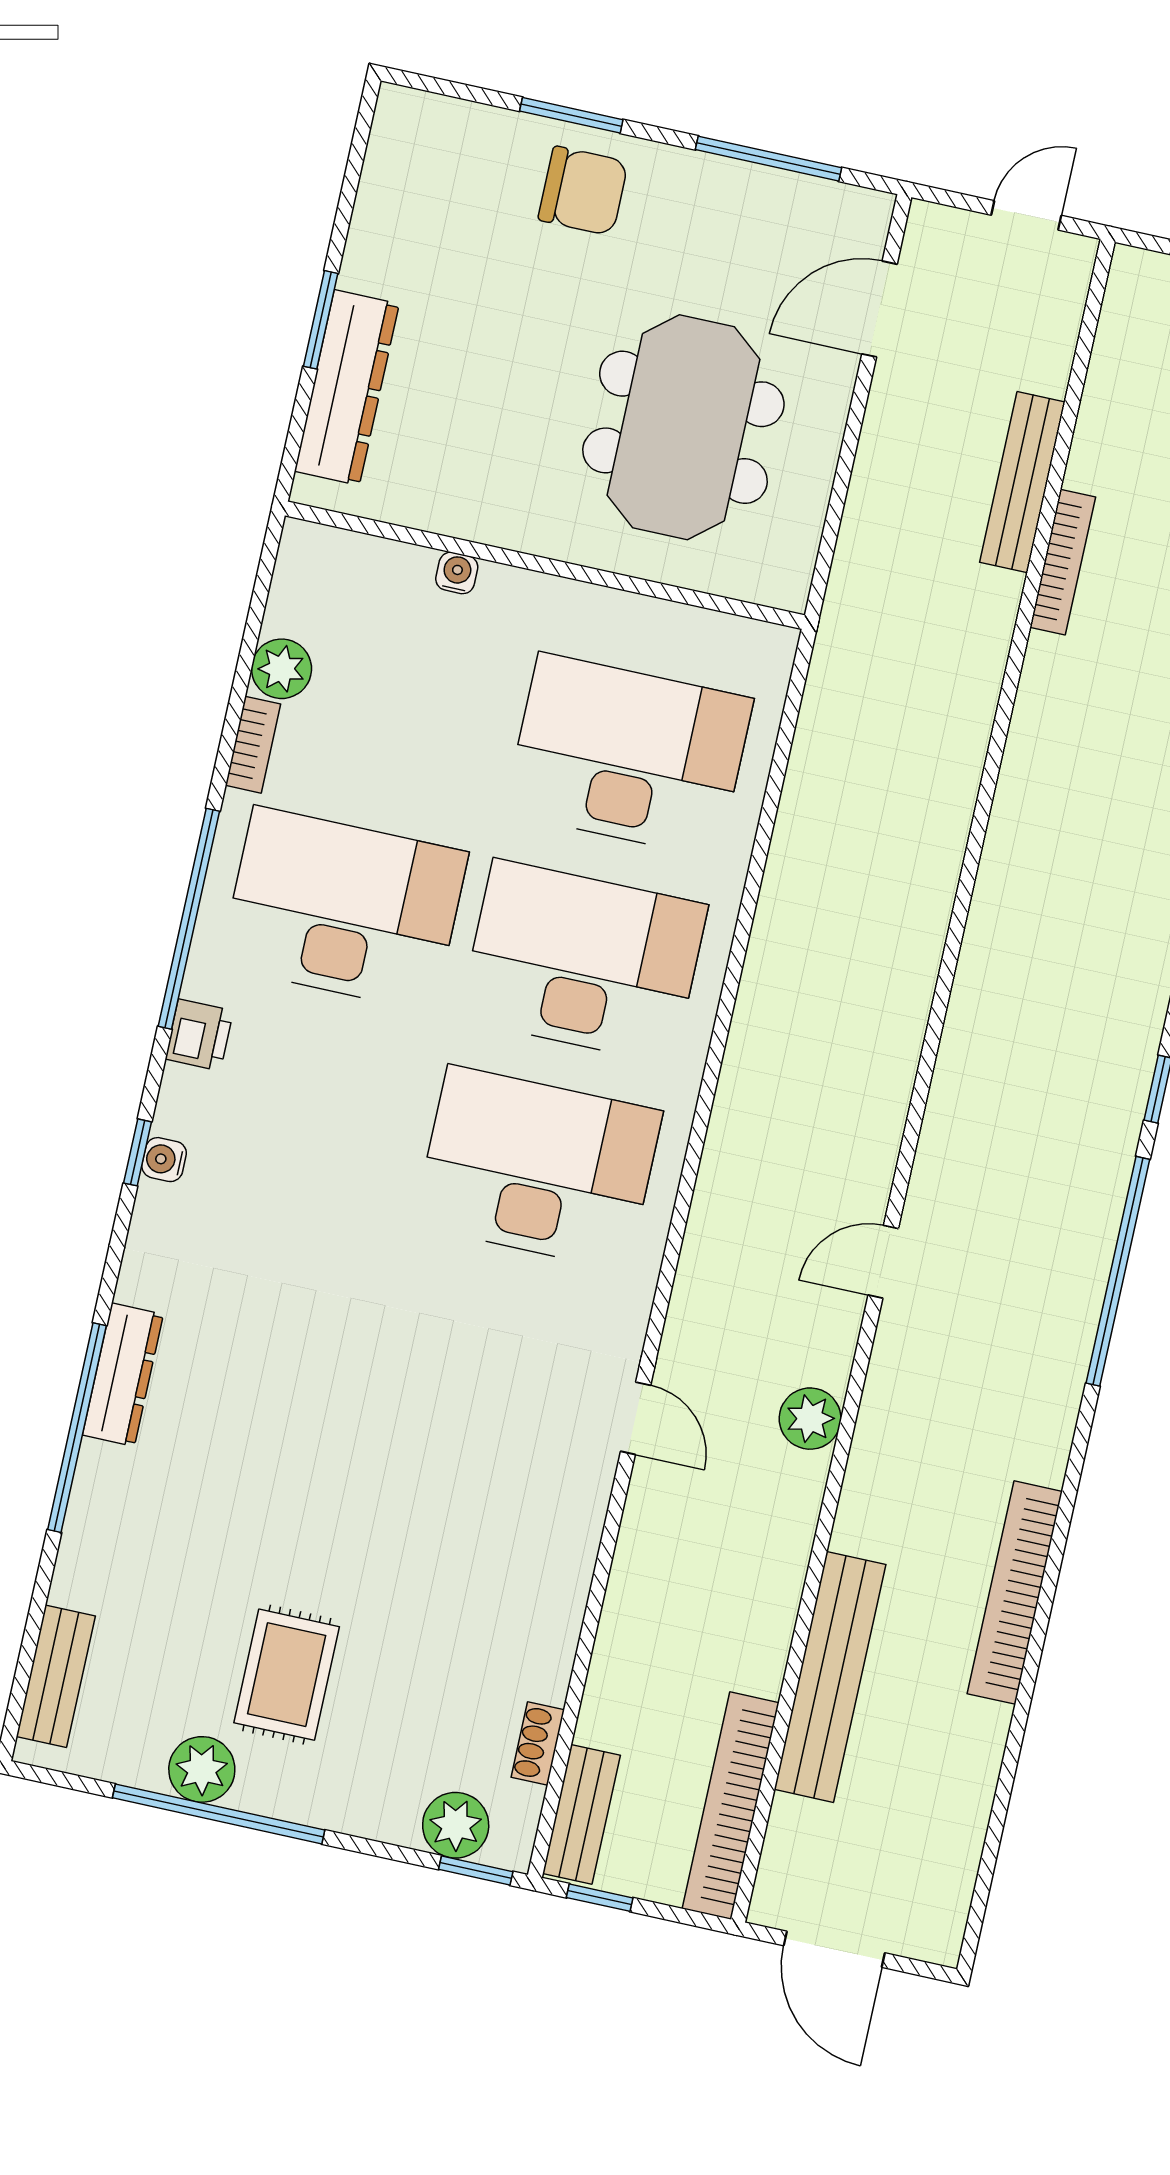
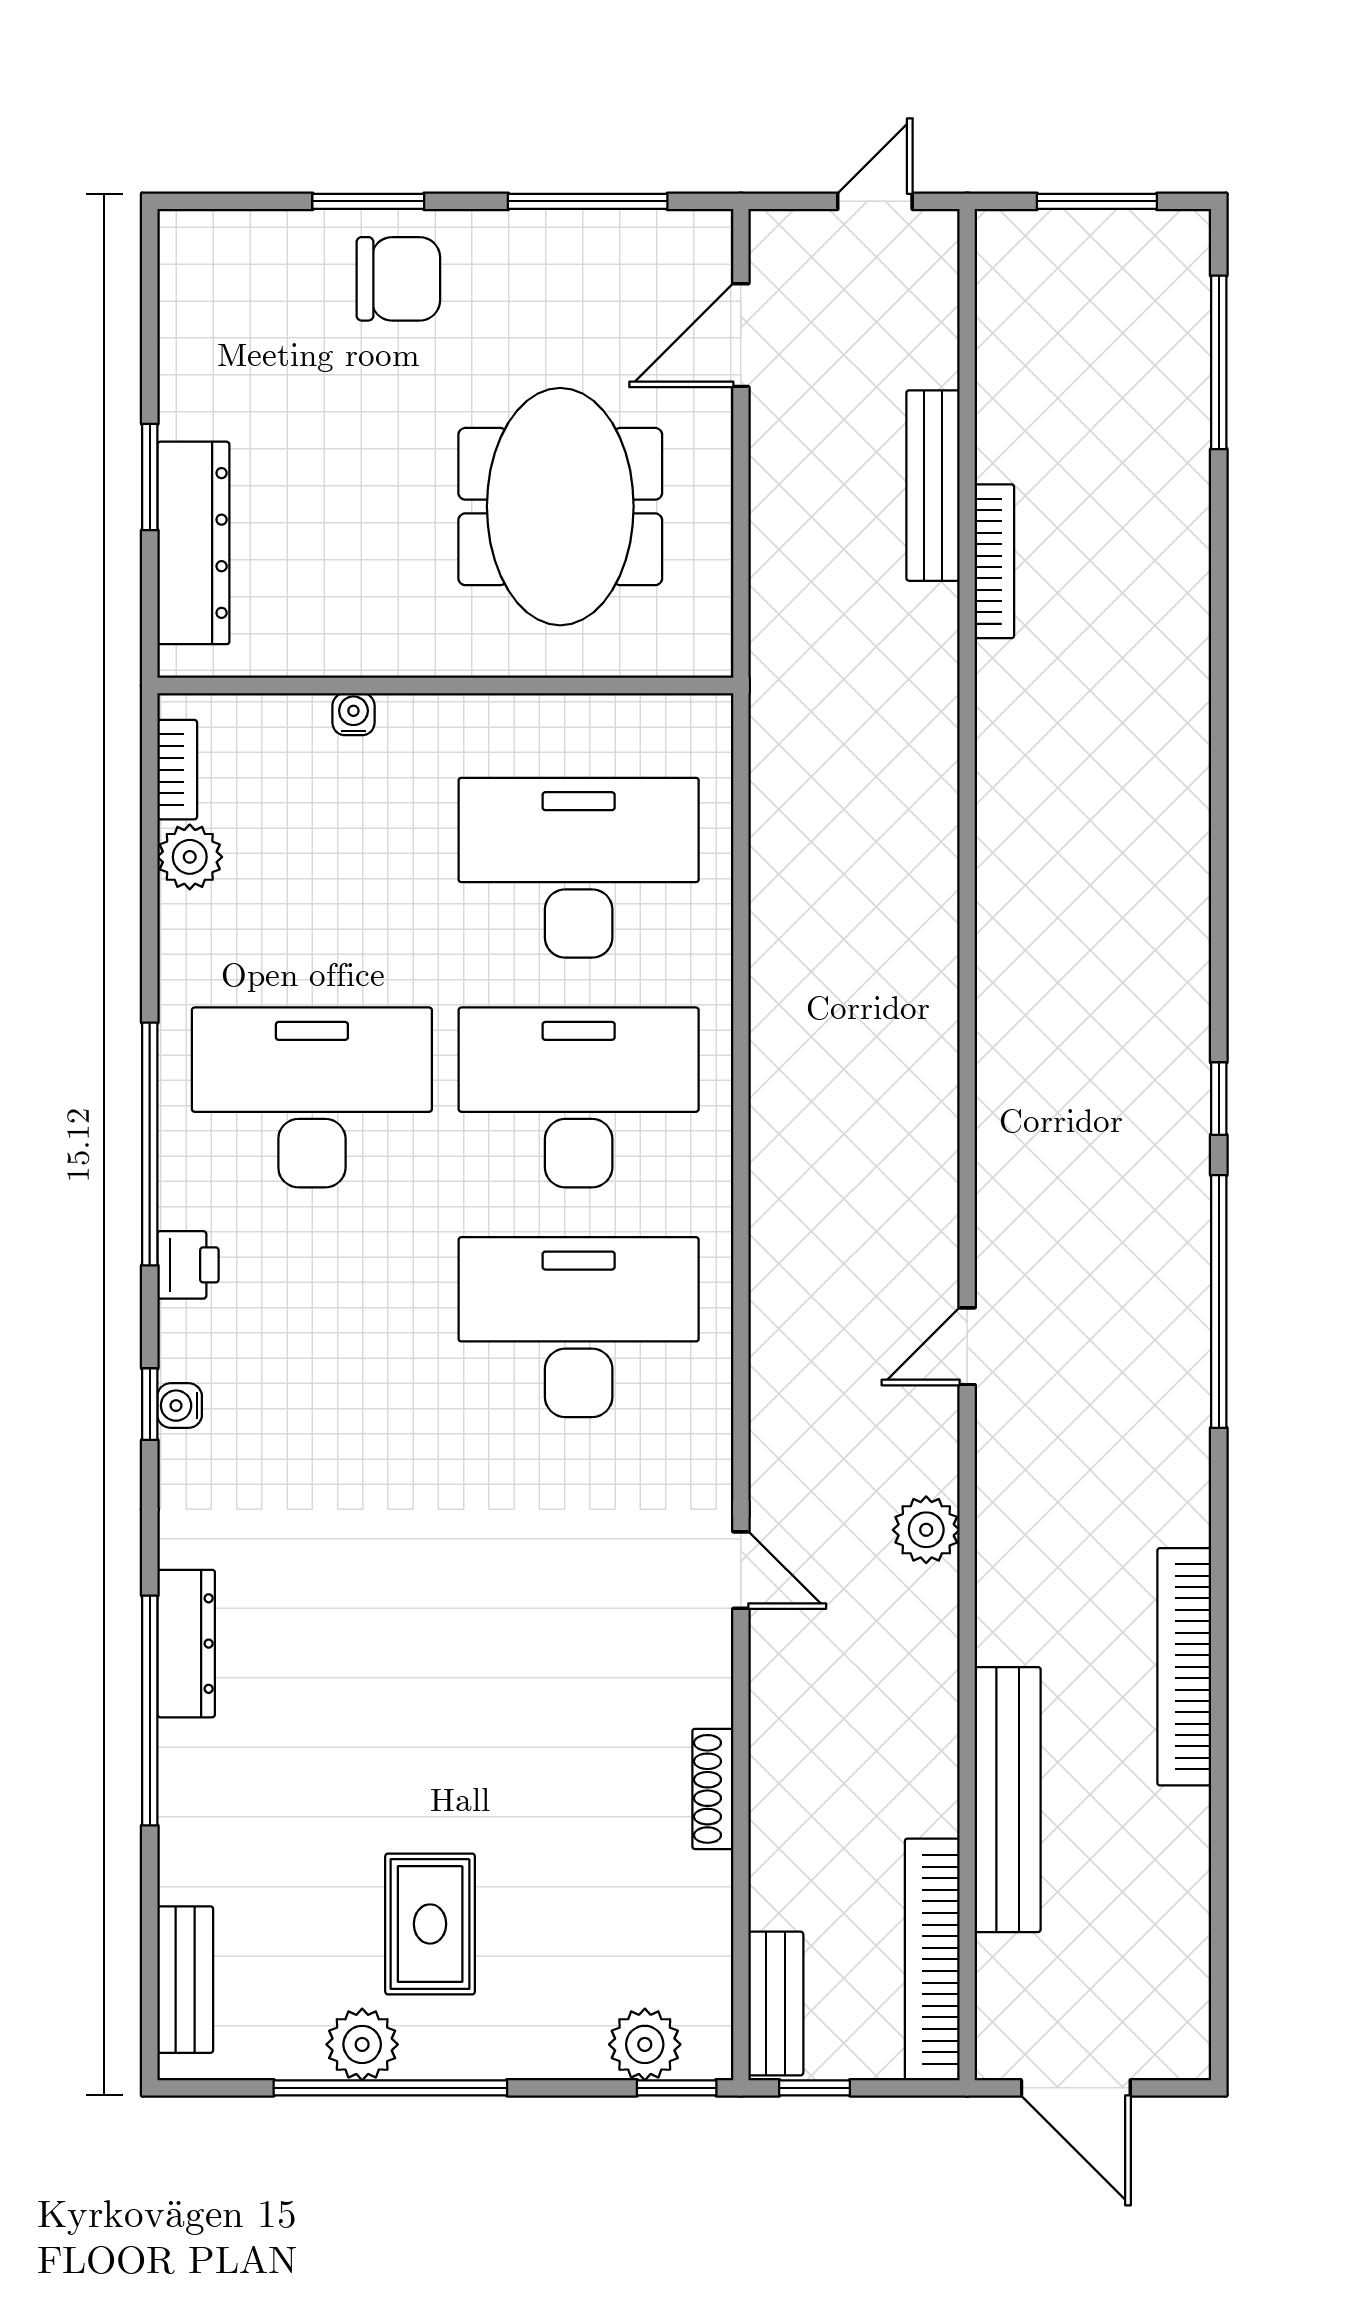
bookcase: (253, 745) -> (177, 770), moved
shoe rack: (538, 1743) -> (713, 1789), moved, width x1.43

